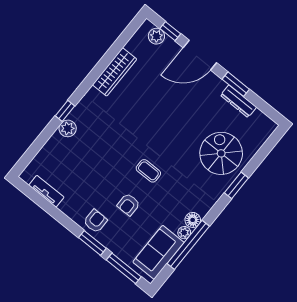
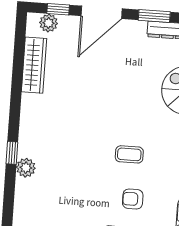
wardrobe: (115, 72) -> (34, 65), moved
armchair: (128, 205) -> (133, 199), turned 90

